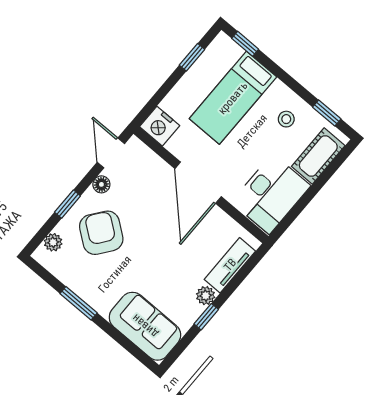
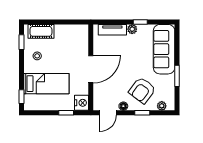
window: (192, 57) -> (66, 113), moved
desk: (271, 194) -> (71, 37), removed
sofa: (145, 326) -> (164, 49), width x1.36

